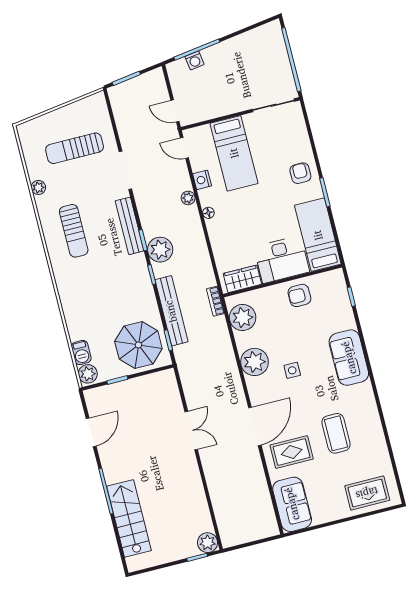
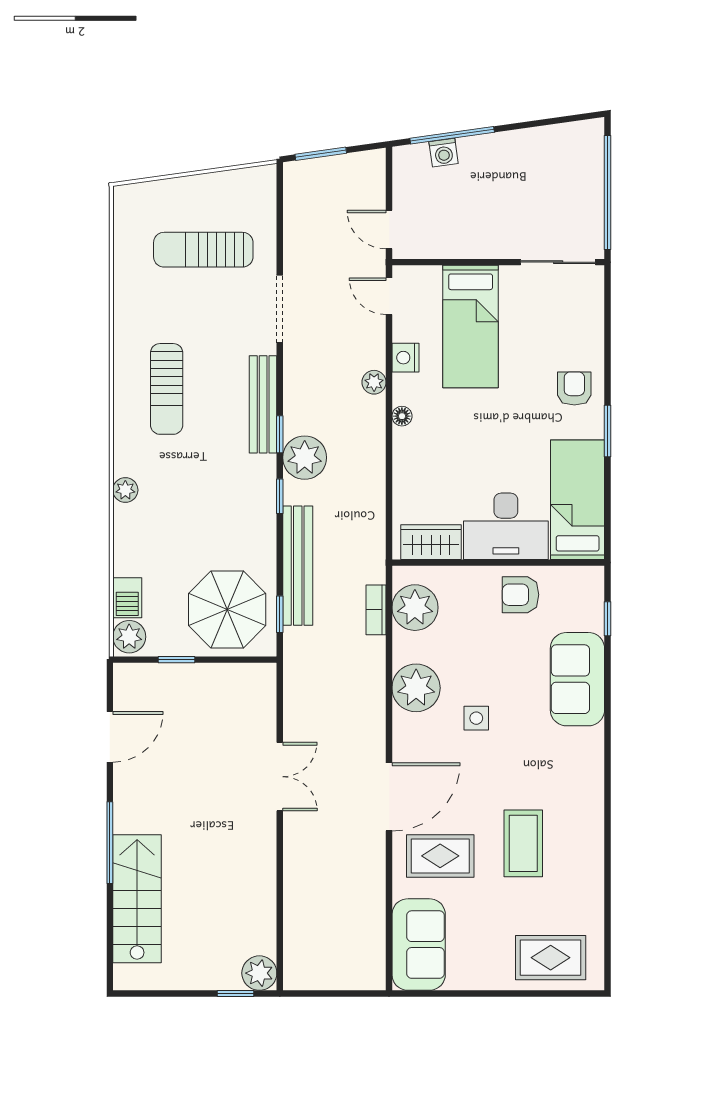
plant: (38, 187) -> (125, 490), moved
bookcase: (215, 301) -> (376, 610), moved
sofa: (349, 358) -> (577, 679), moved

